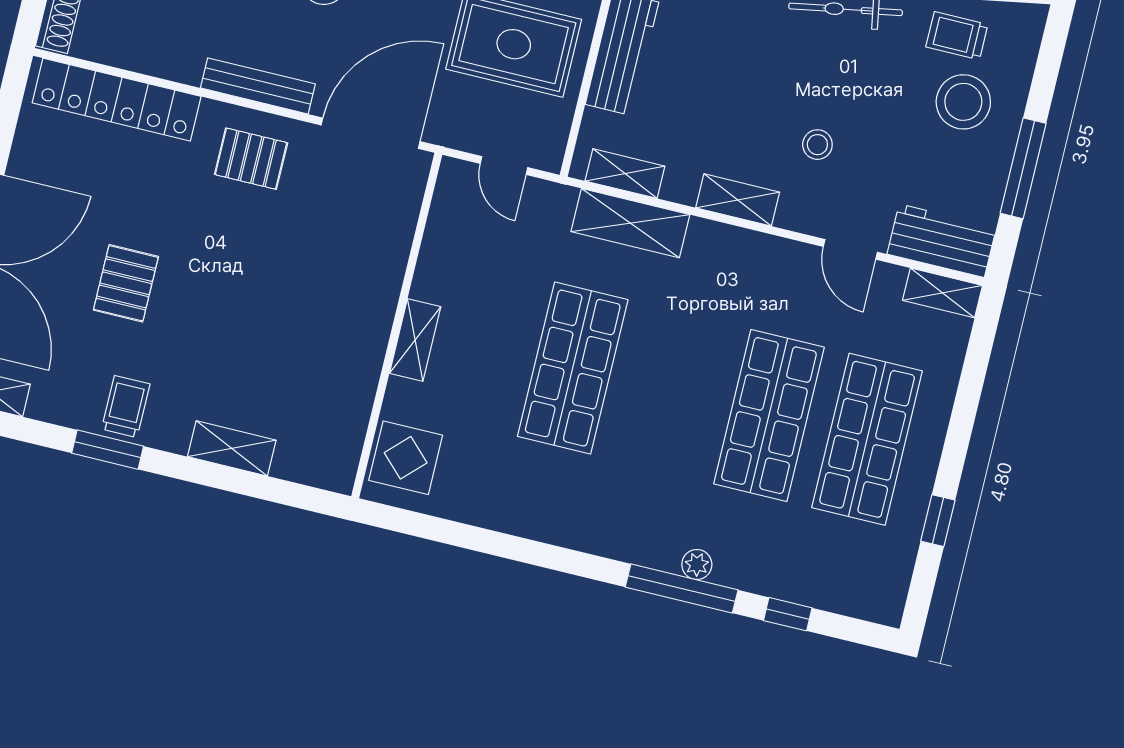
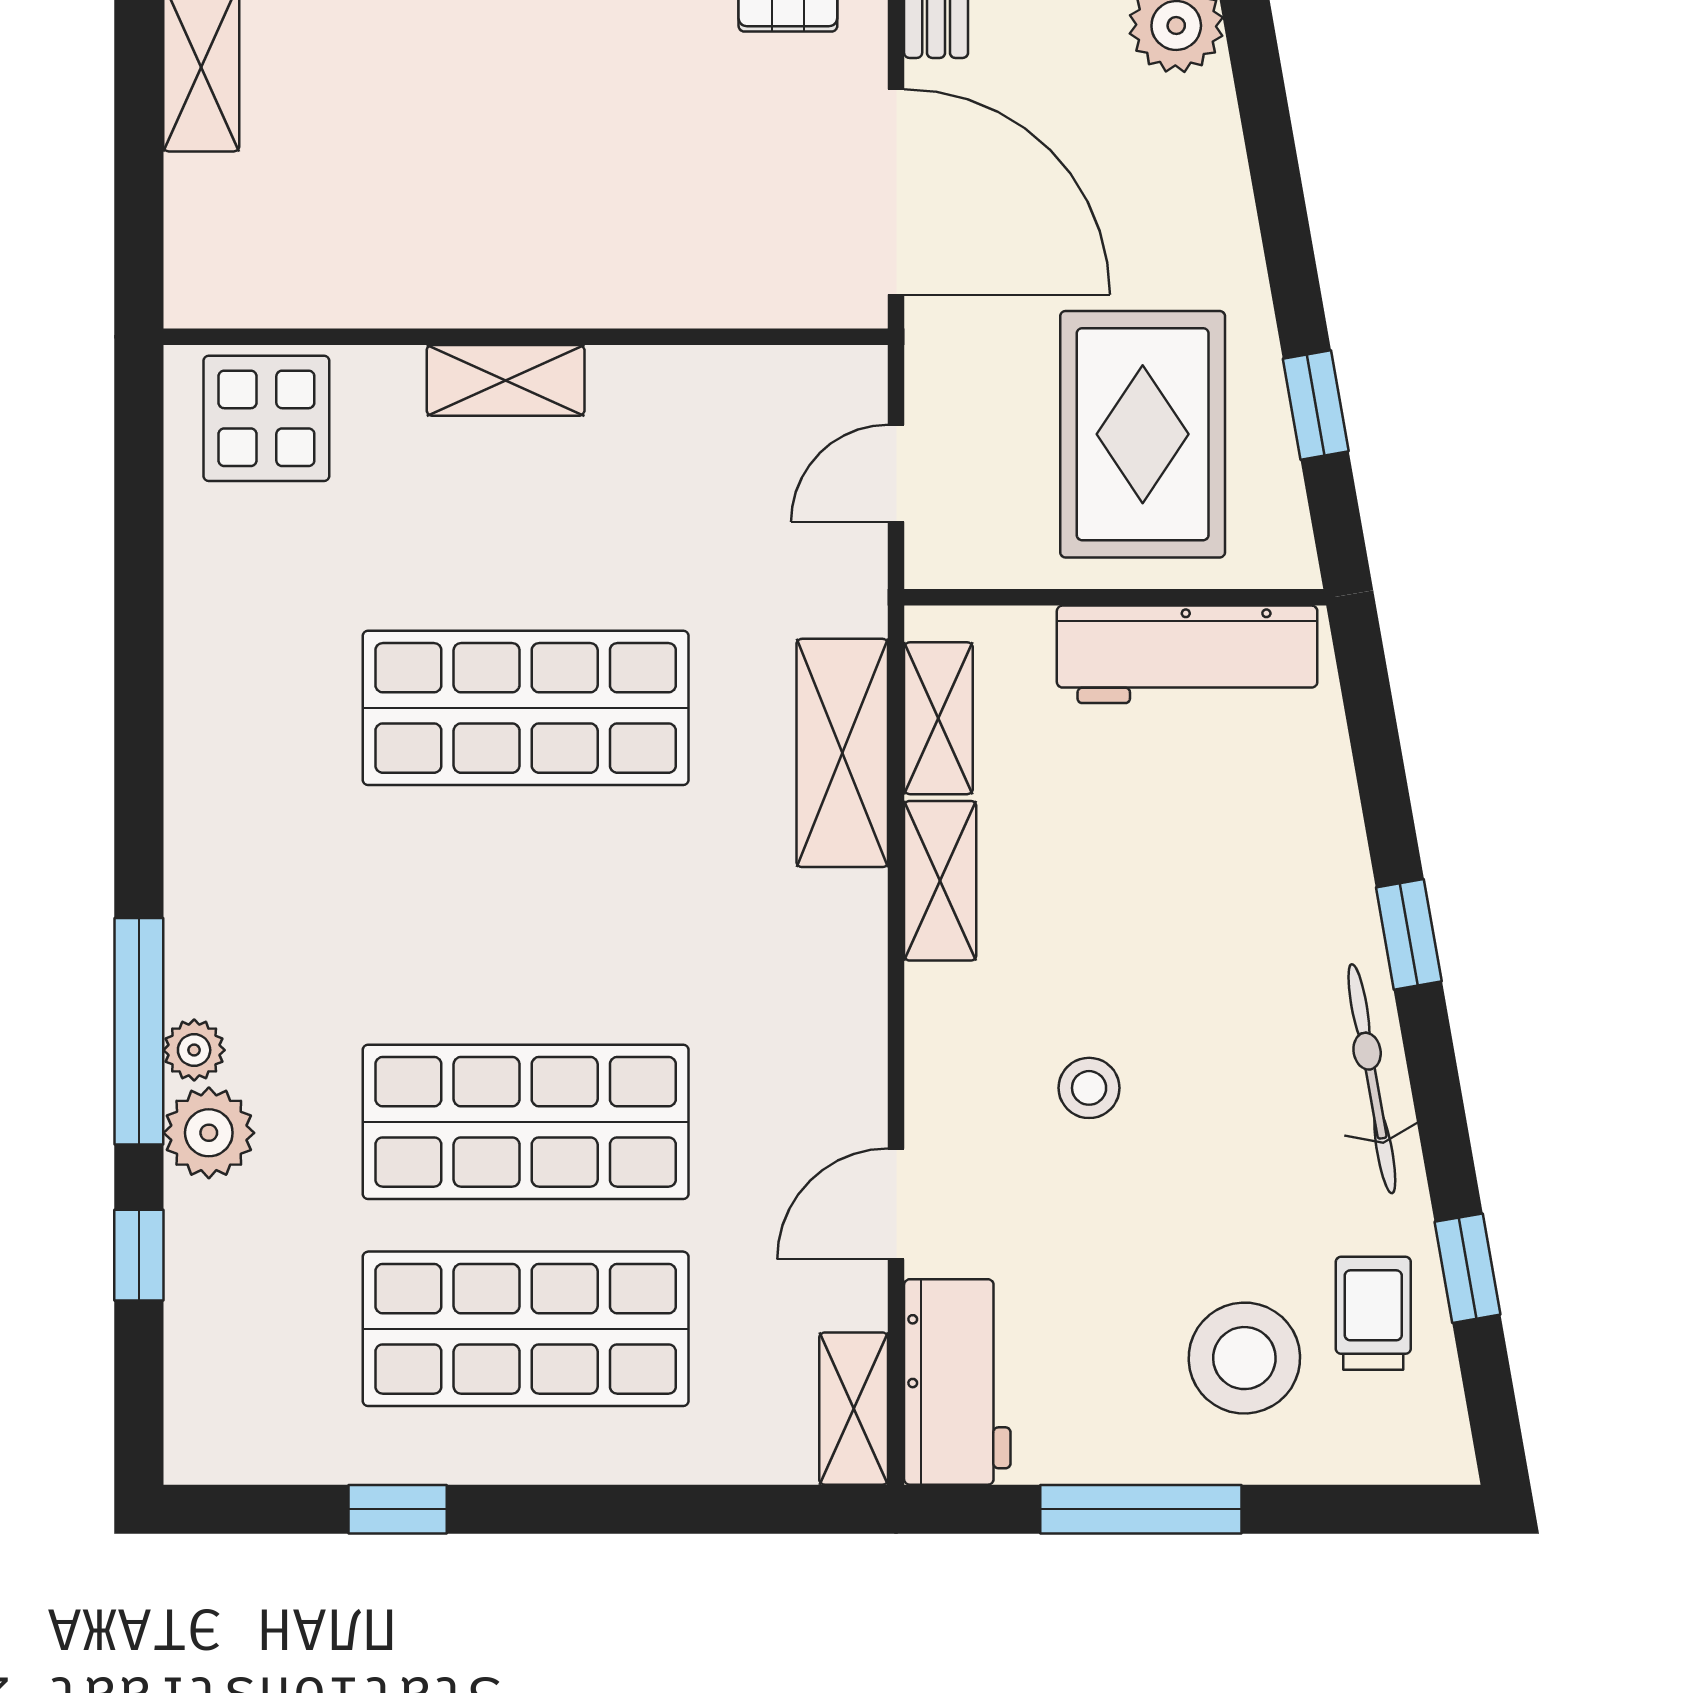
shelving: (738, 200) -> (940, 881), moved
plant: (738, 567) -> (209, 1133), added

